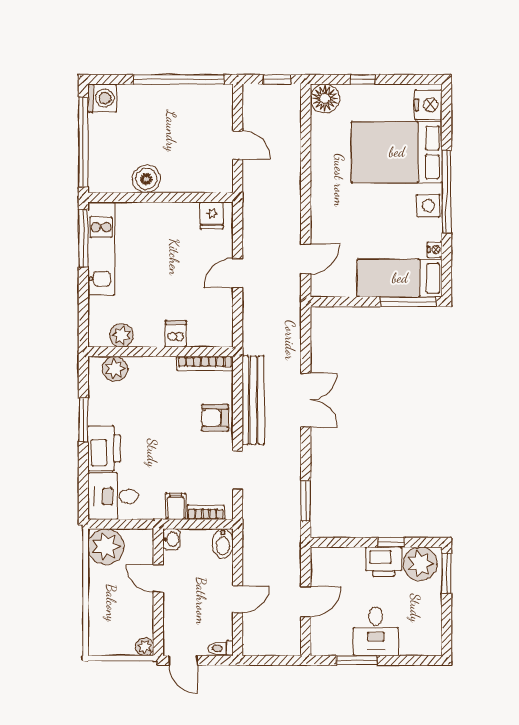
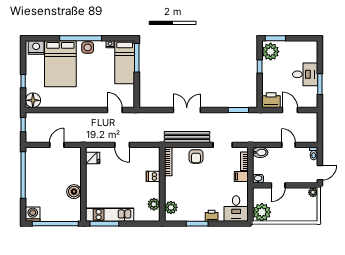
printer: (104, 448) -> (212, 216), width x0.53, depth x0.68
printer: (384, 562) -> (271, 100), moved, turned -90

